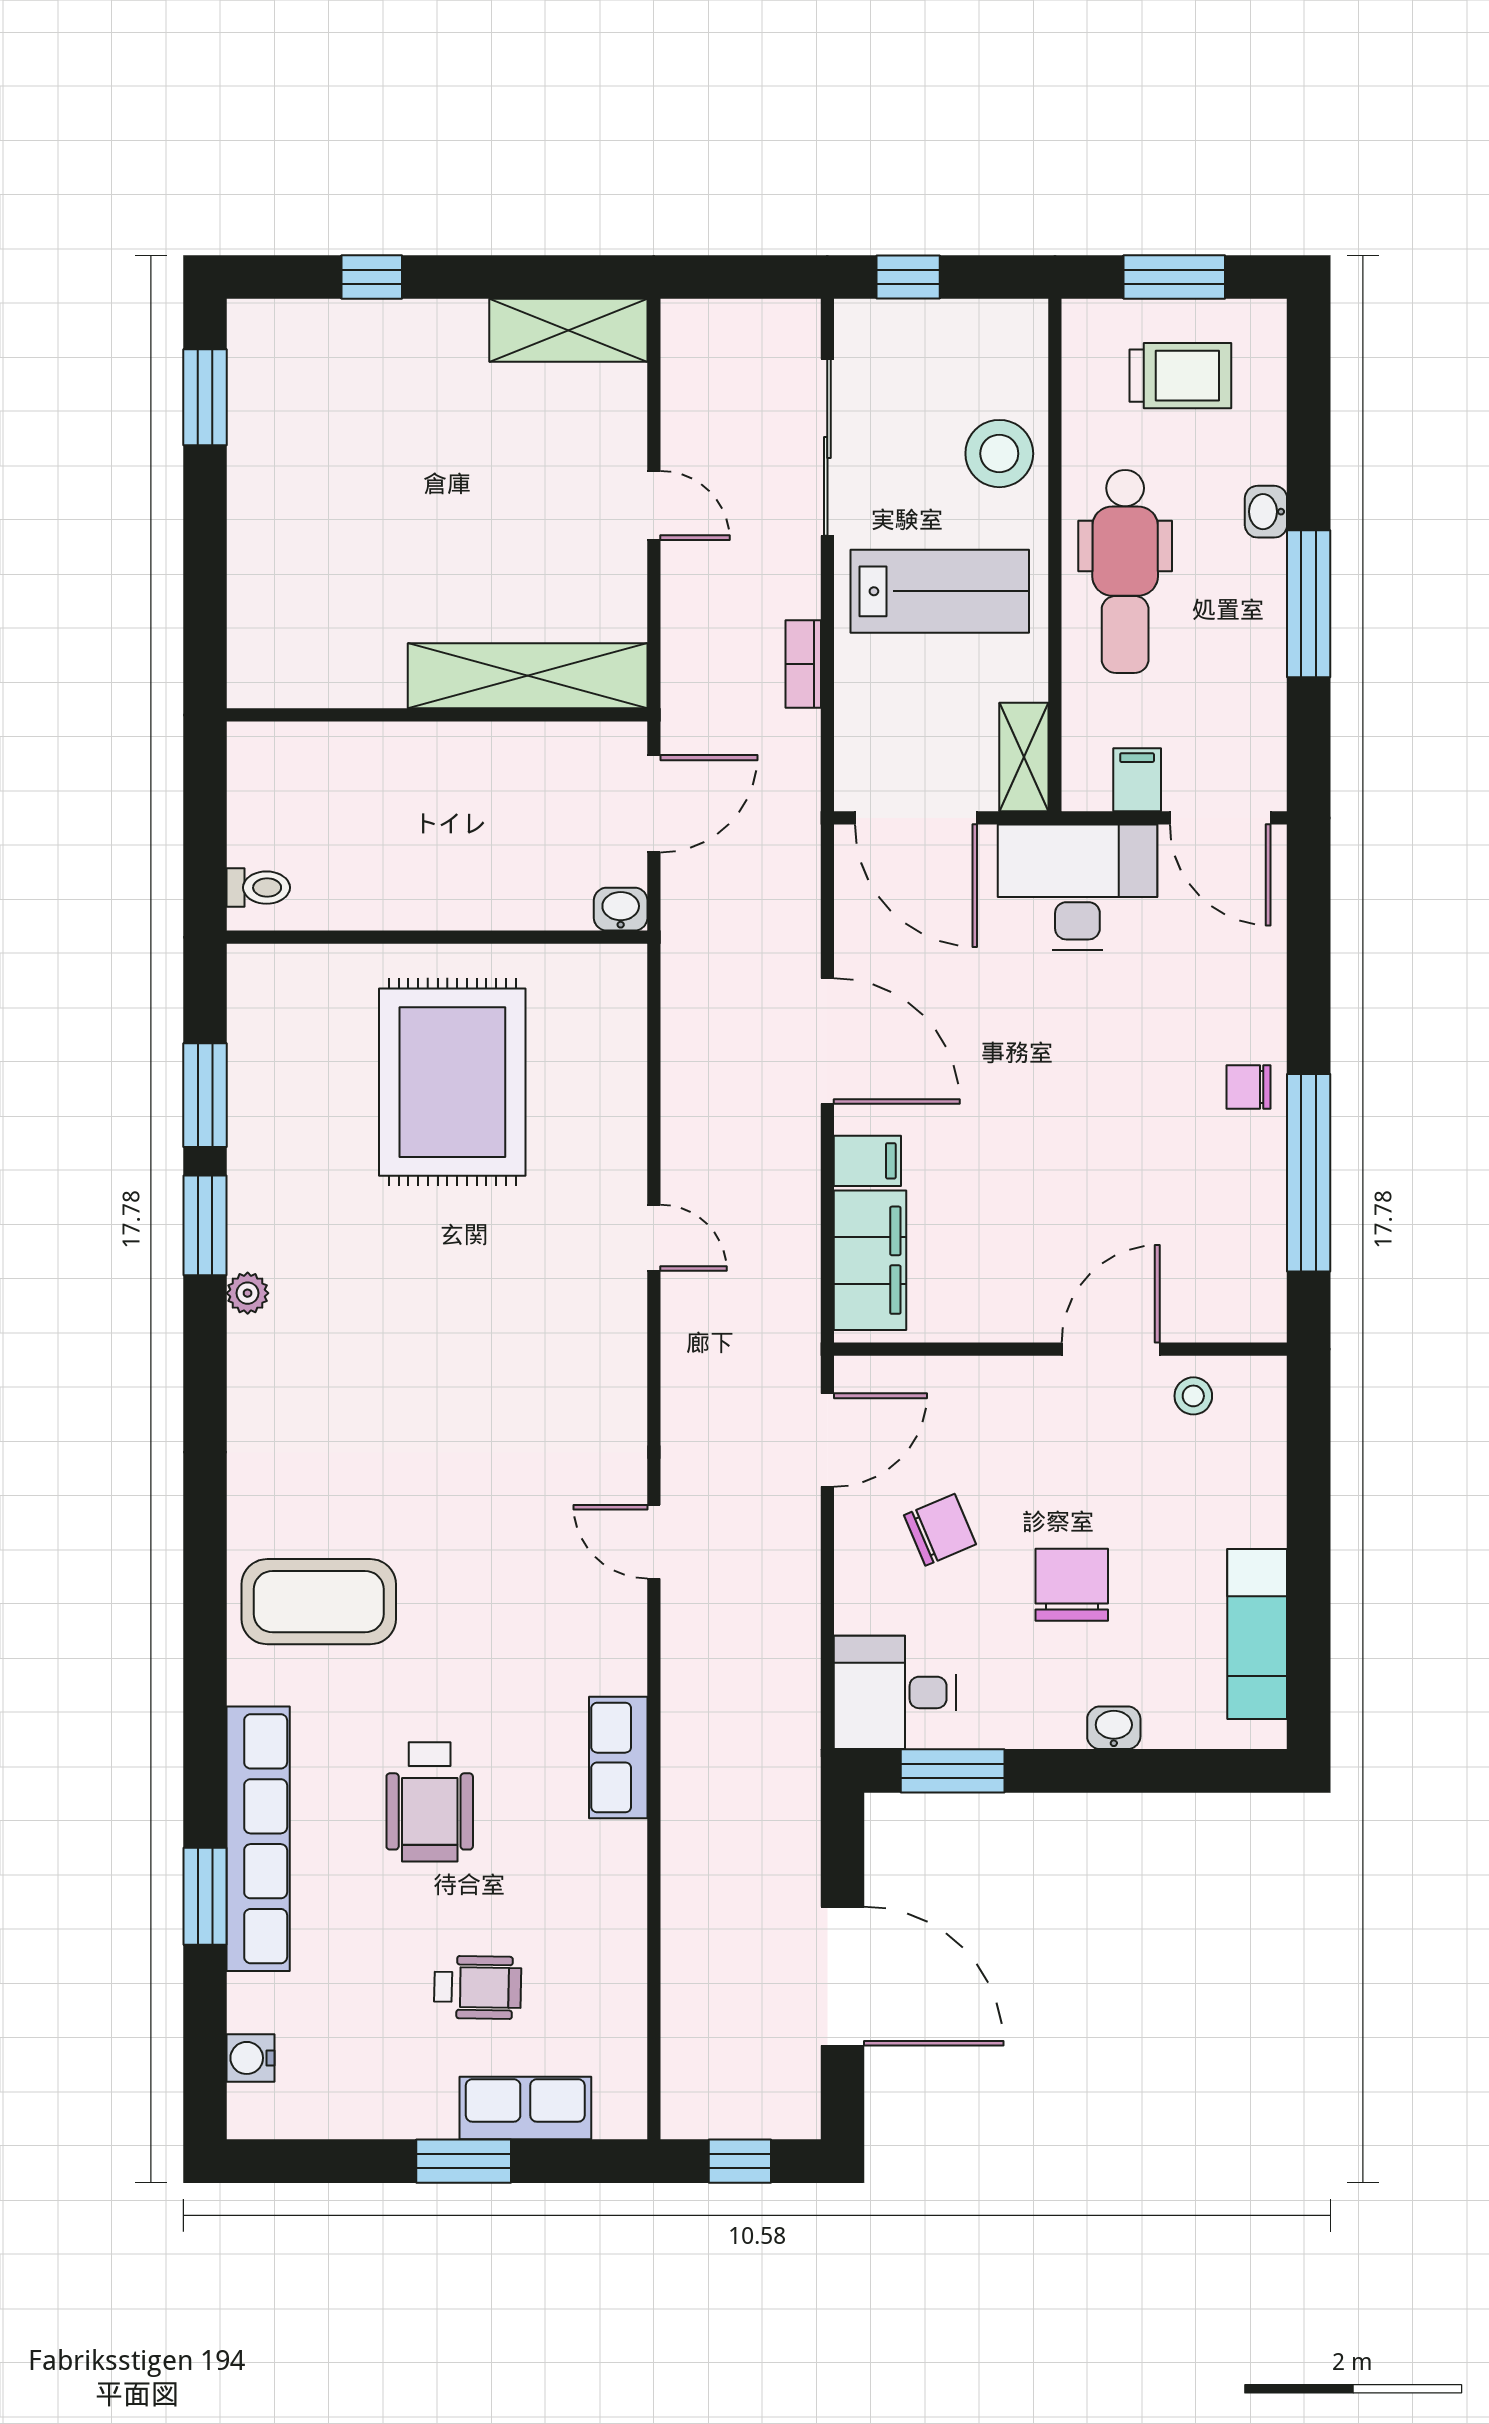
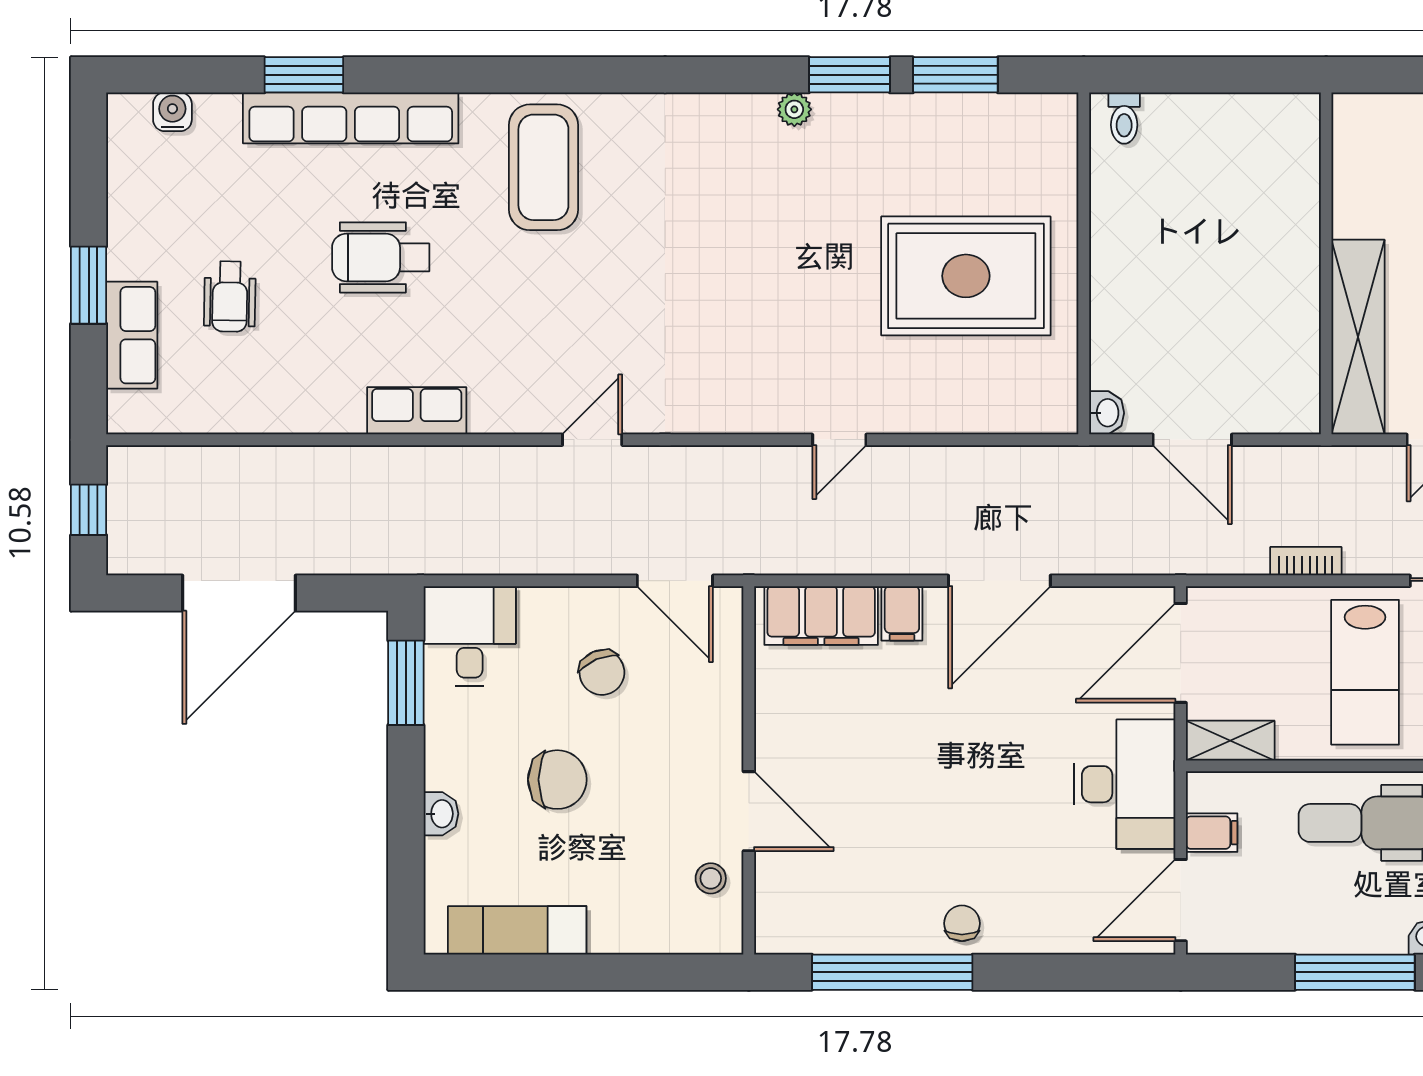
shelving: (528, 676) -> (1358, 337), moved
wall: (437, 715) -> (1326, 263), moved

